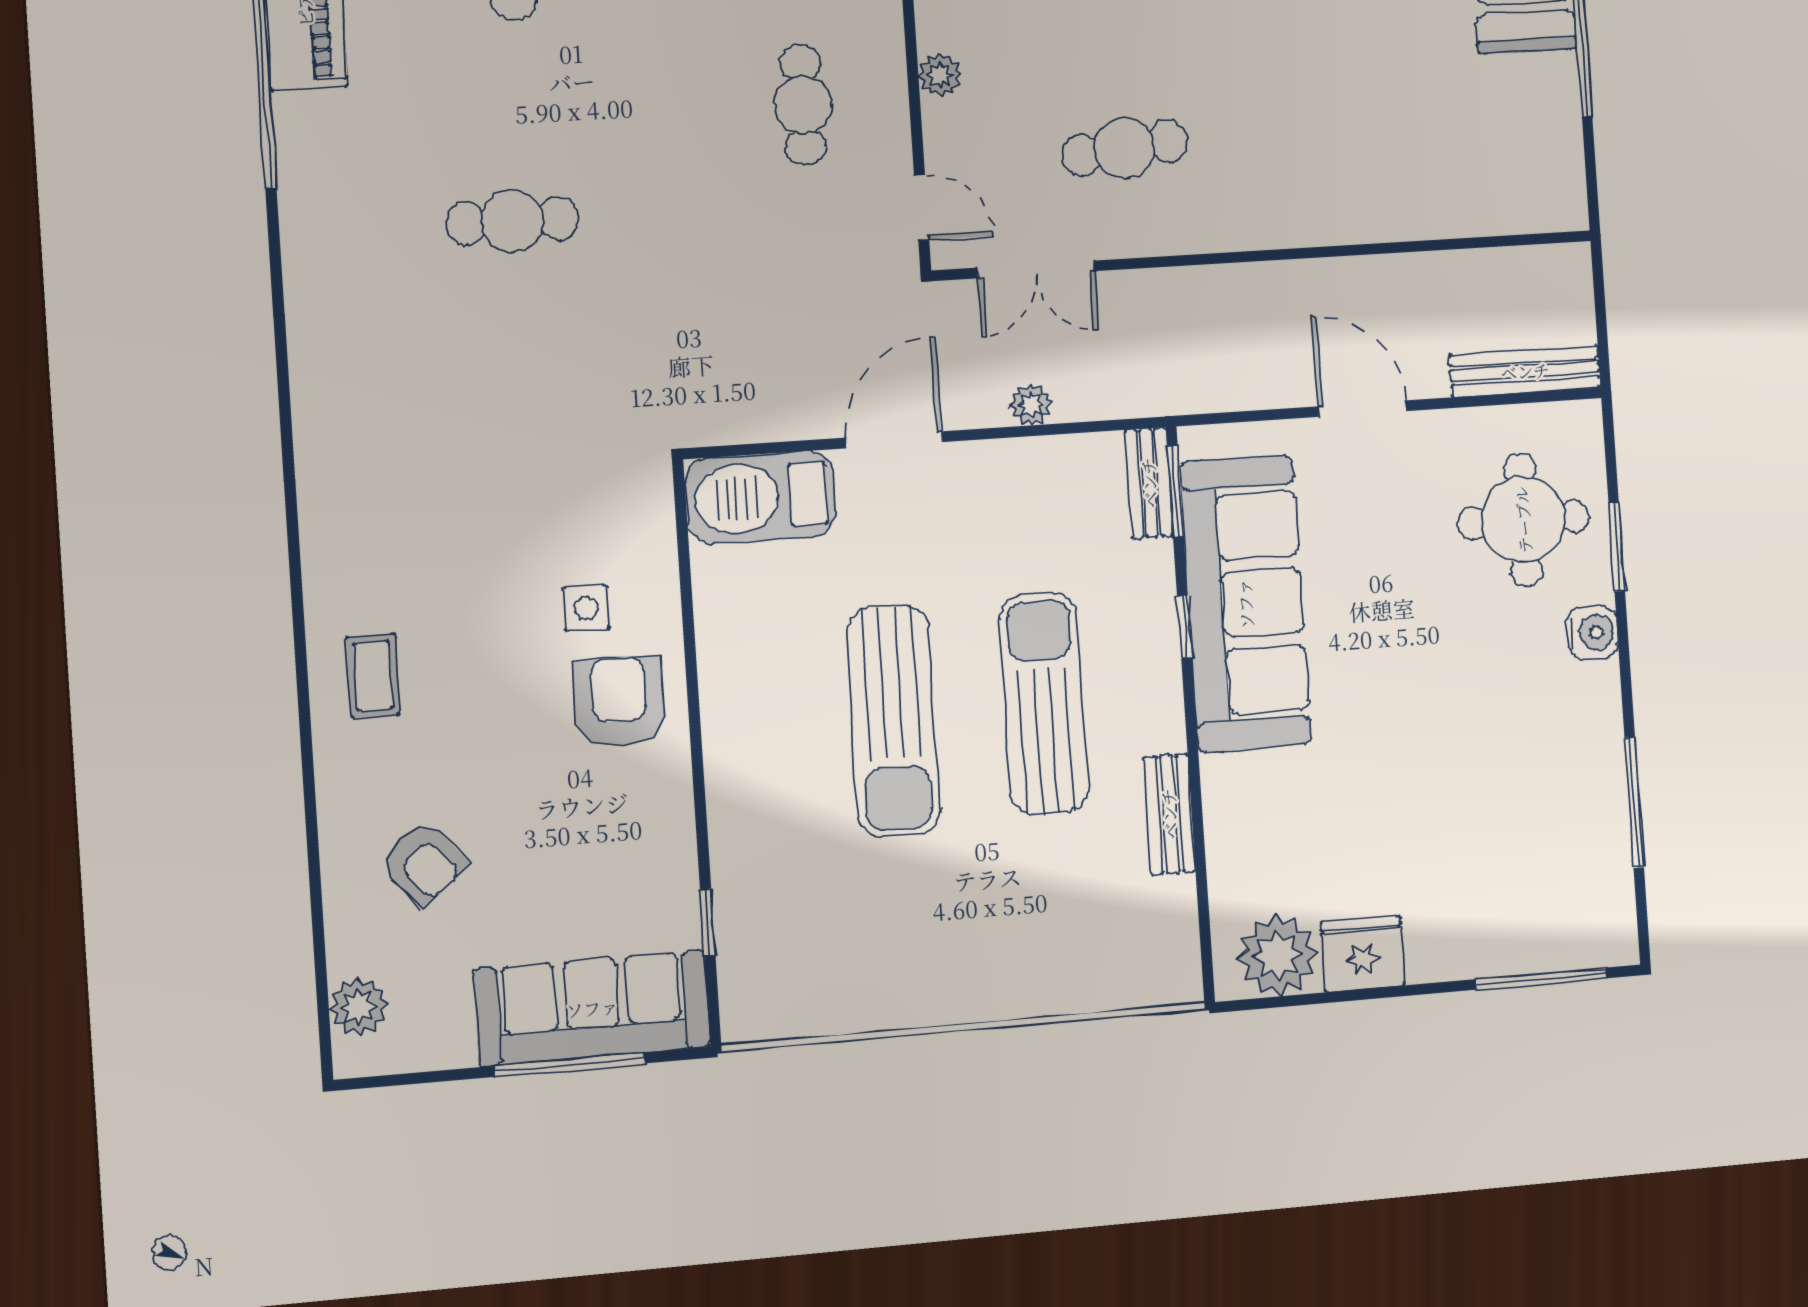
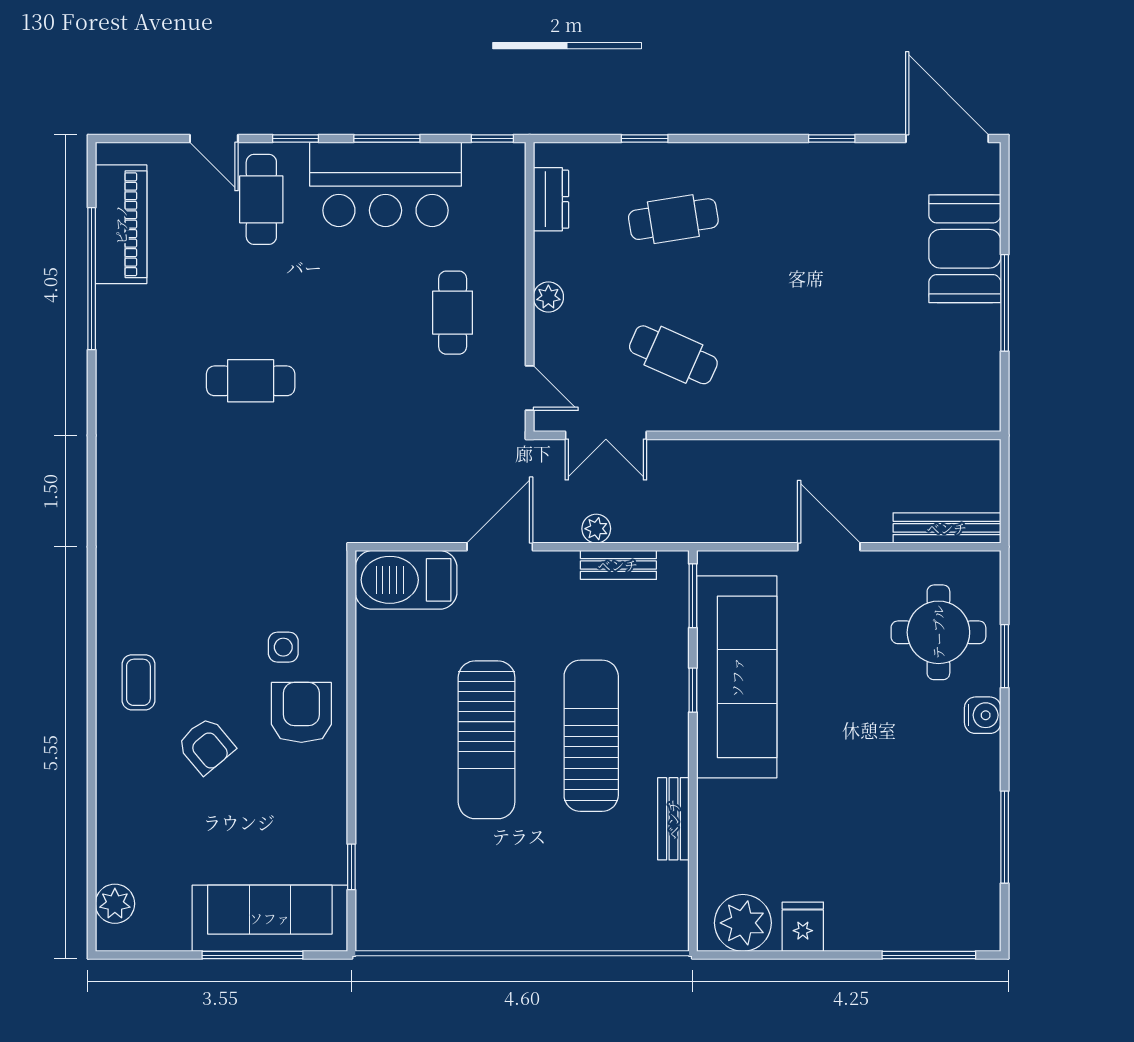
cafe table: (1125, 148) -> (673, 355), turned 30
bench: (1149, 483) -> (618, 565), moved, turned 90
armchair: (424, 863) -> (206, 746), moved
fridge: (1363, 954) -> (803, 927), width x0.72

